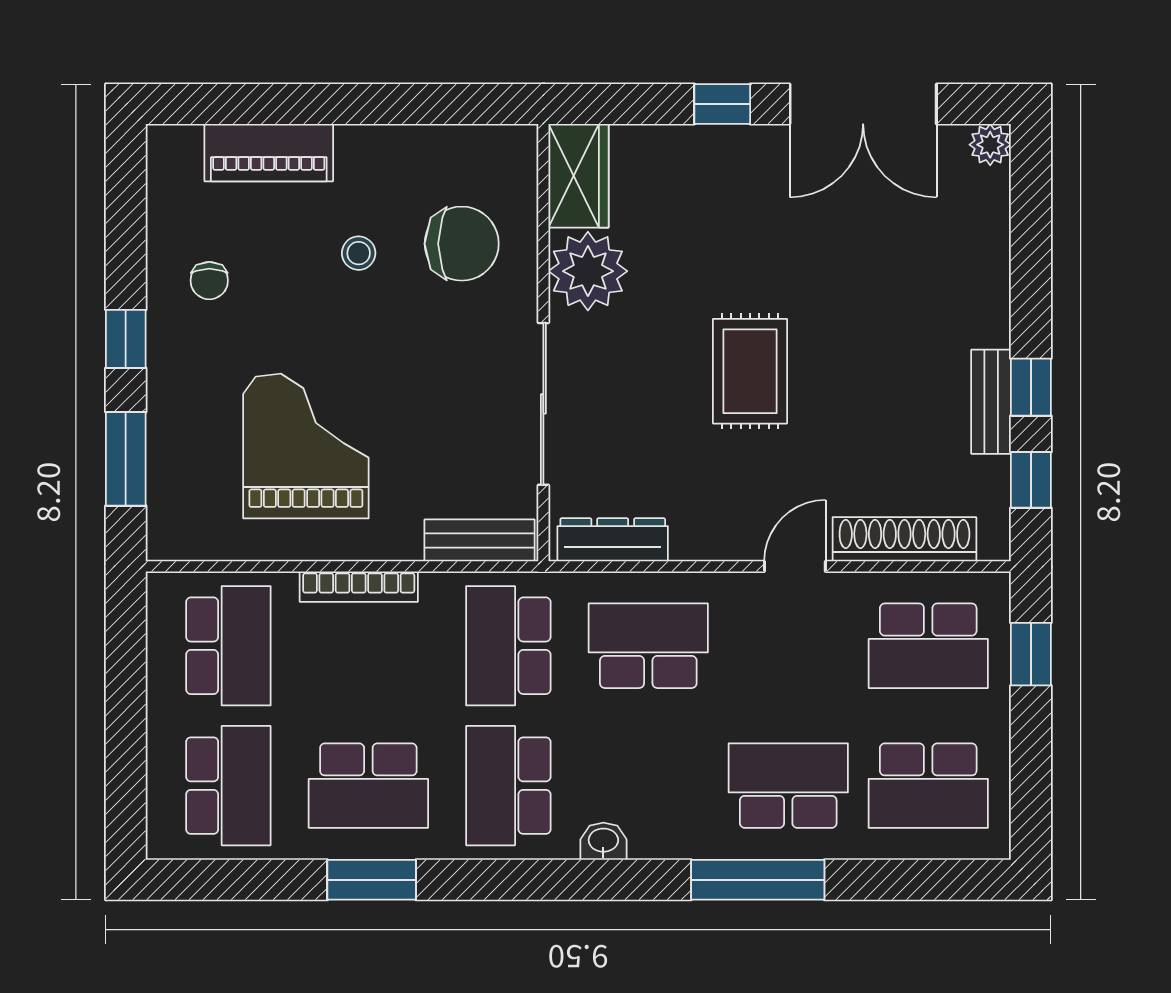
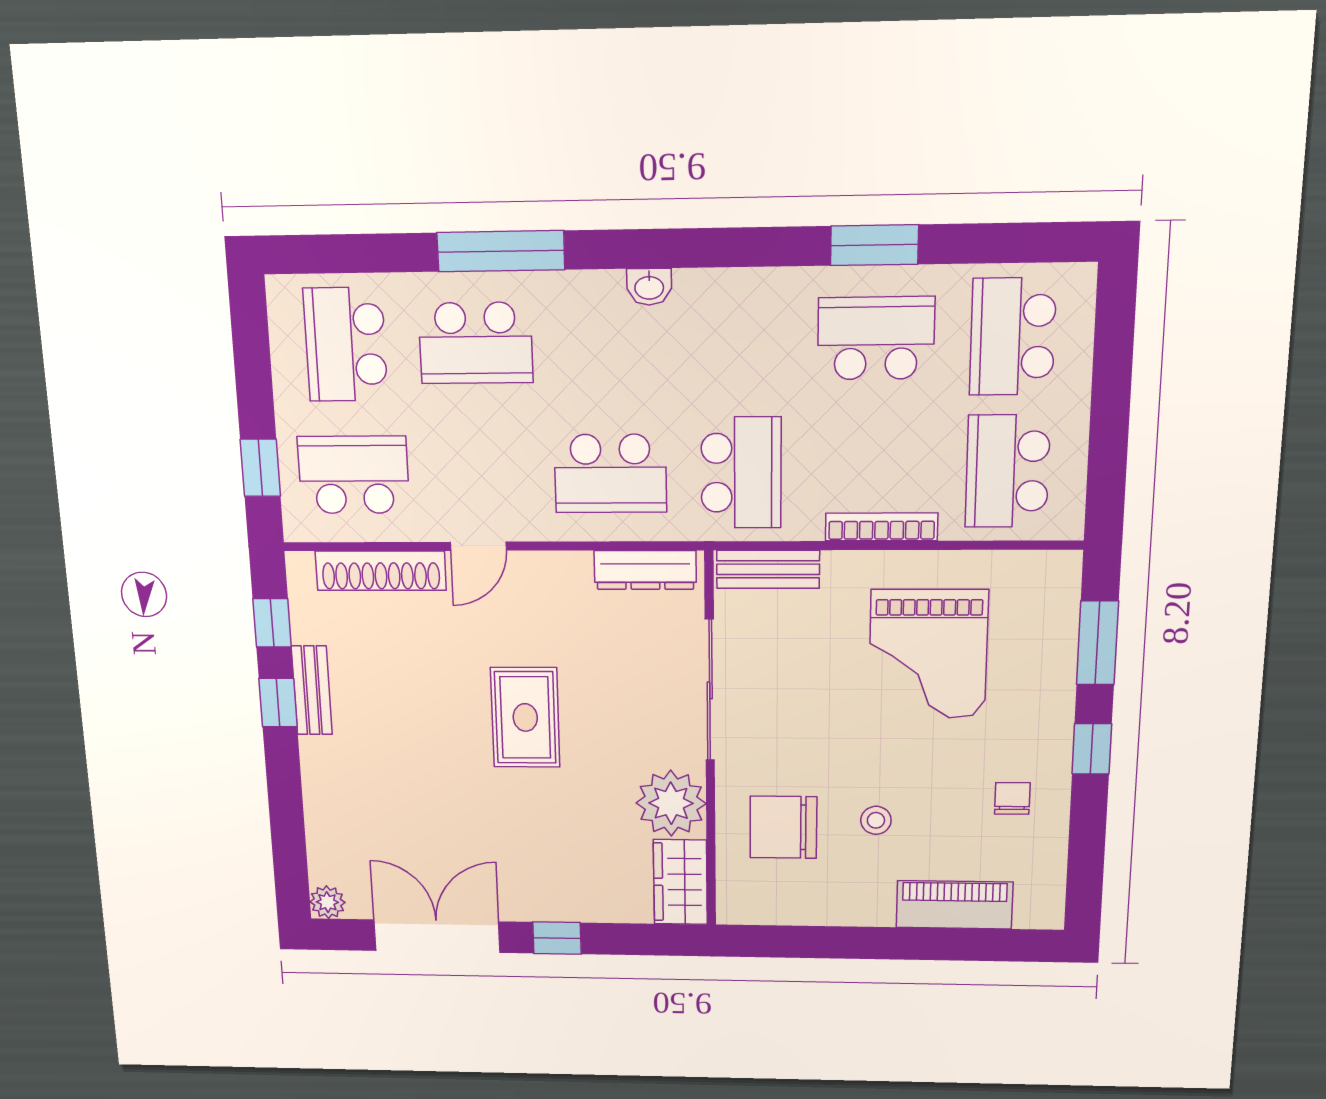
school desk: (508, 786) -> (741, 340), removed
school desk: (928, 786) -> (346, 344), turned -90

